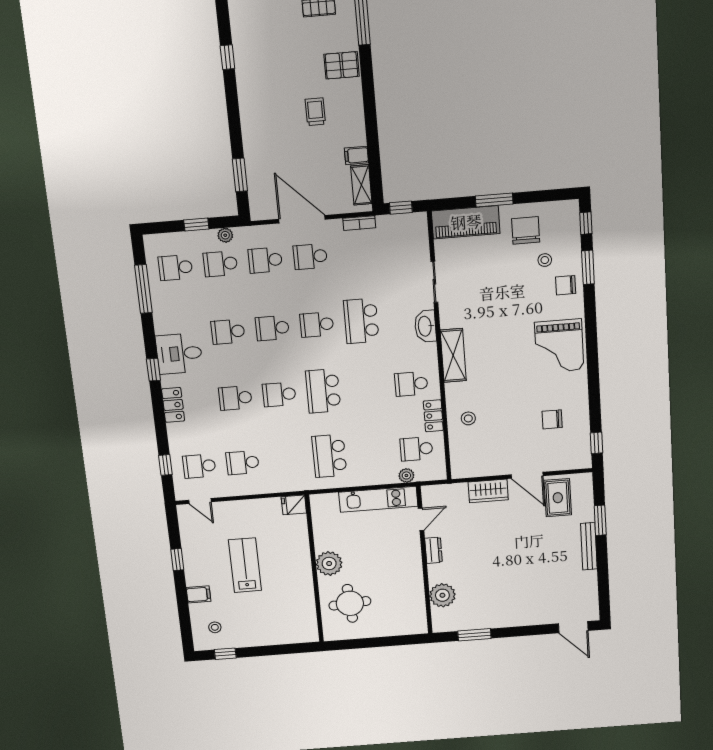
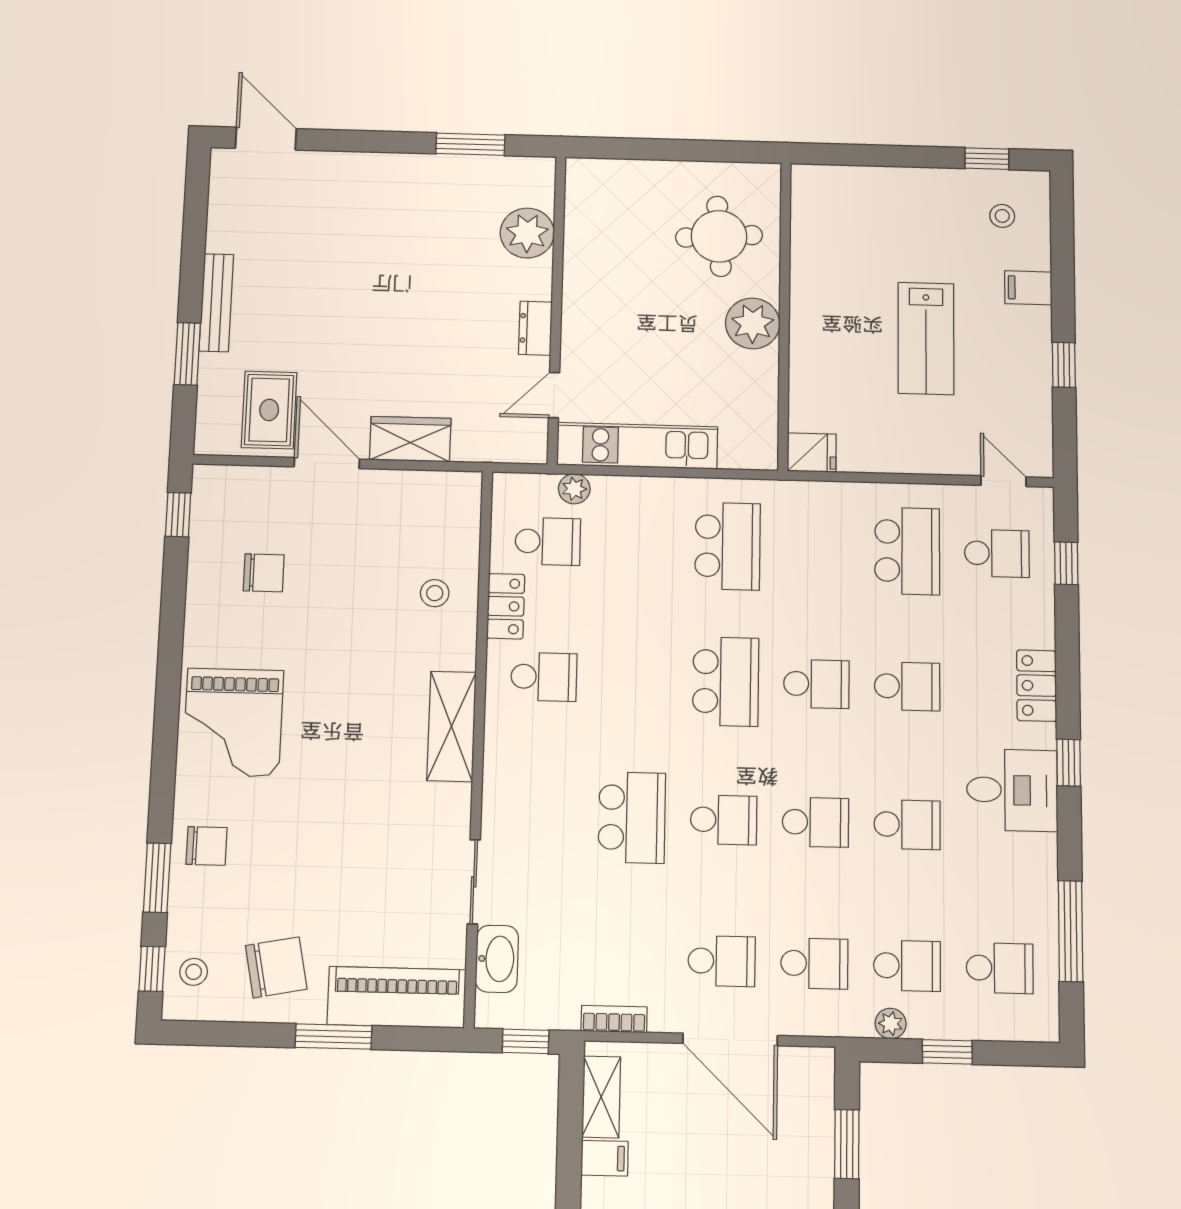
chair: (526, 230) -> (276, 967), turned -101
stool: (545, 260) -> (194, 972), moved
washbasin: (425, 326) -> (497, 959), moved
grand piano: (559, 346) -> (233, 722), turned 180
school desk: (243, 463) -> (907, 551), width x1.85

